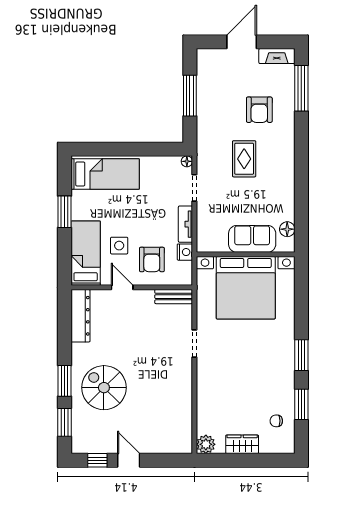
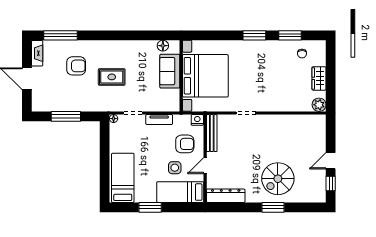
nightstand: (185, 252) -> (197, 120), moved
bench: (174, 297) -> (212, 133), width x1.36
window: (64, 422) -> (303, 207), removed

